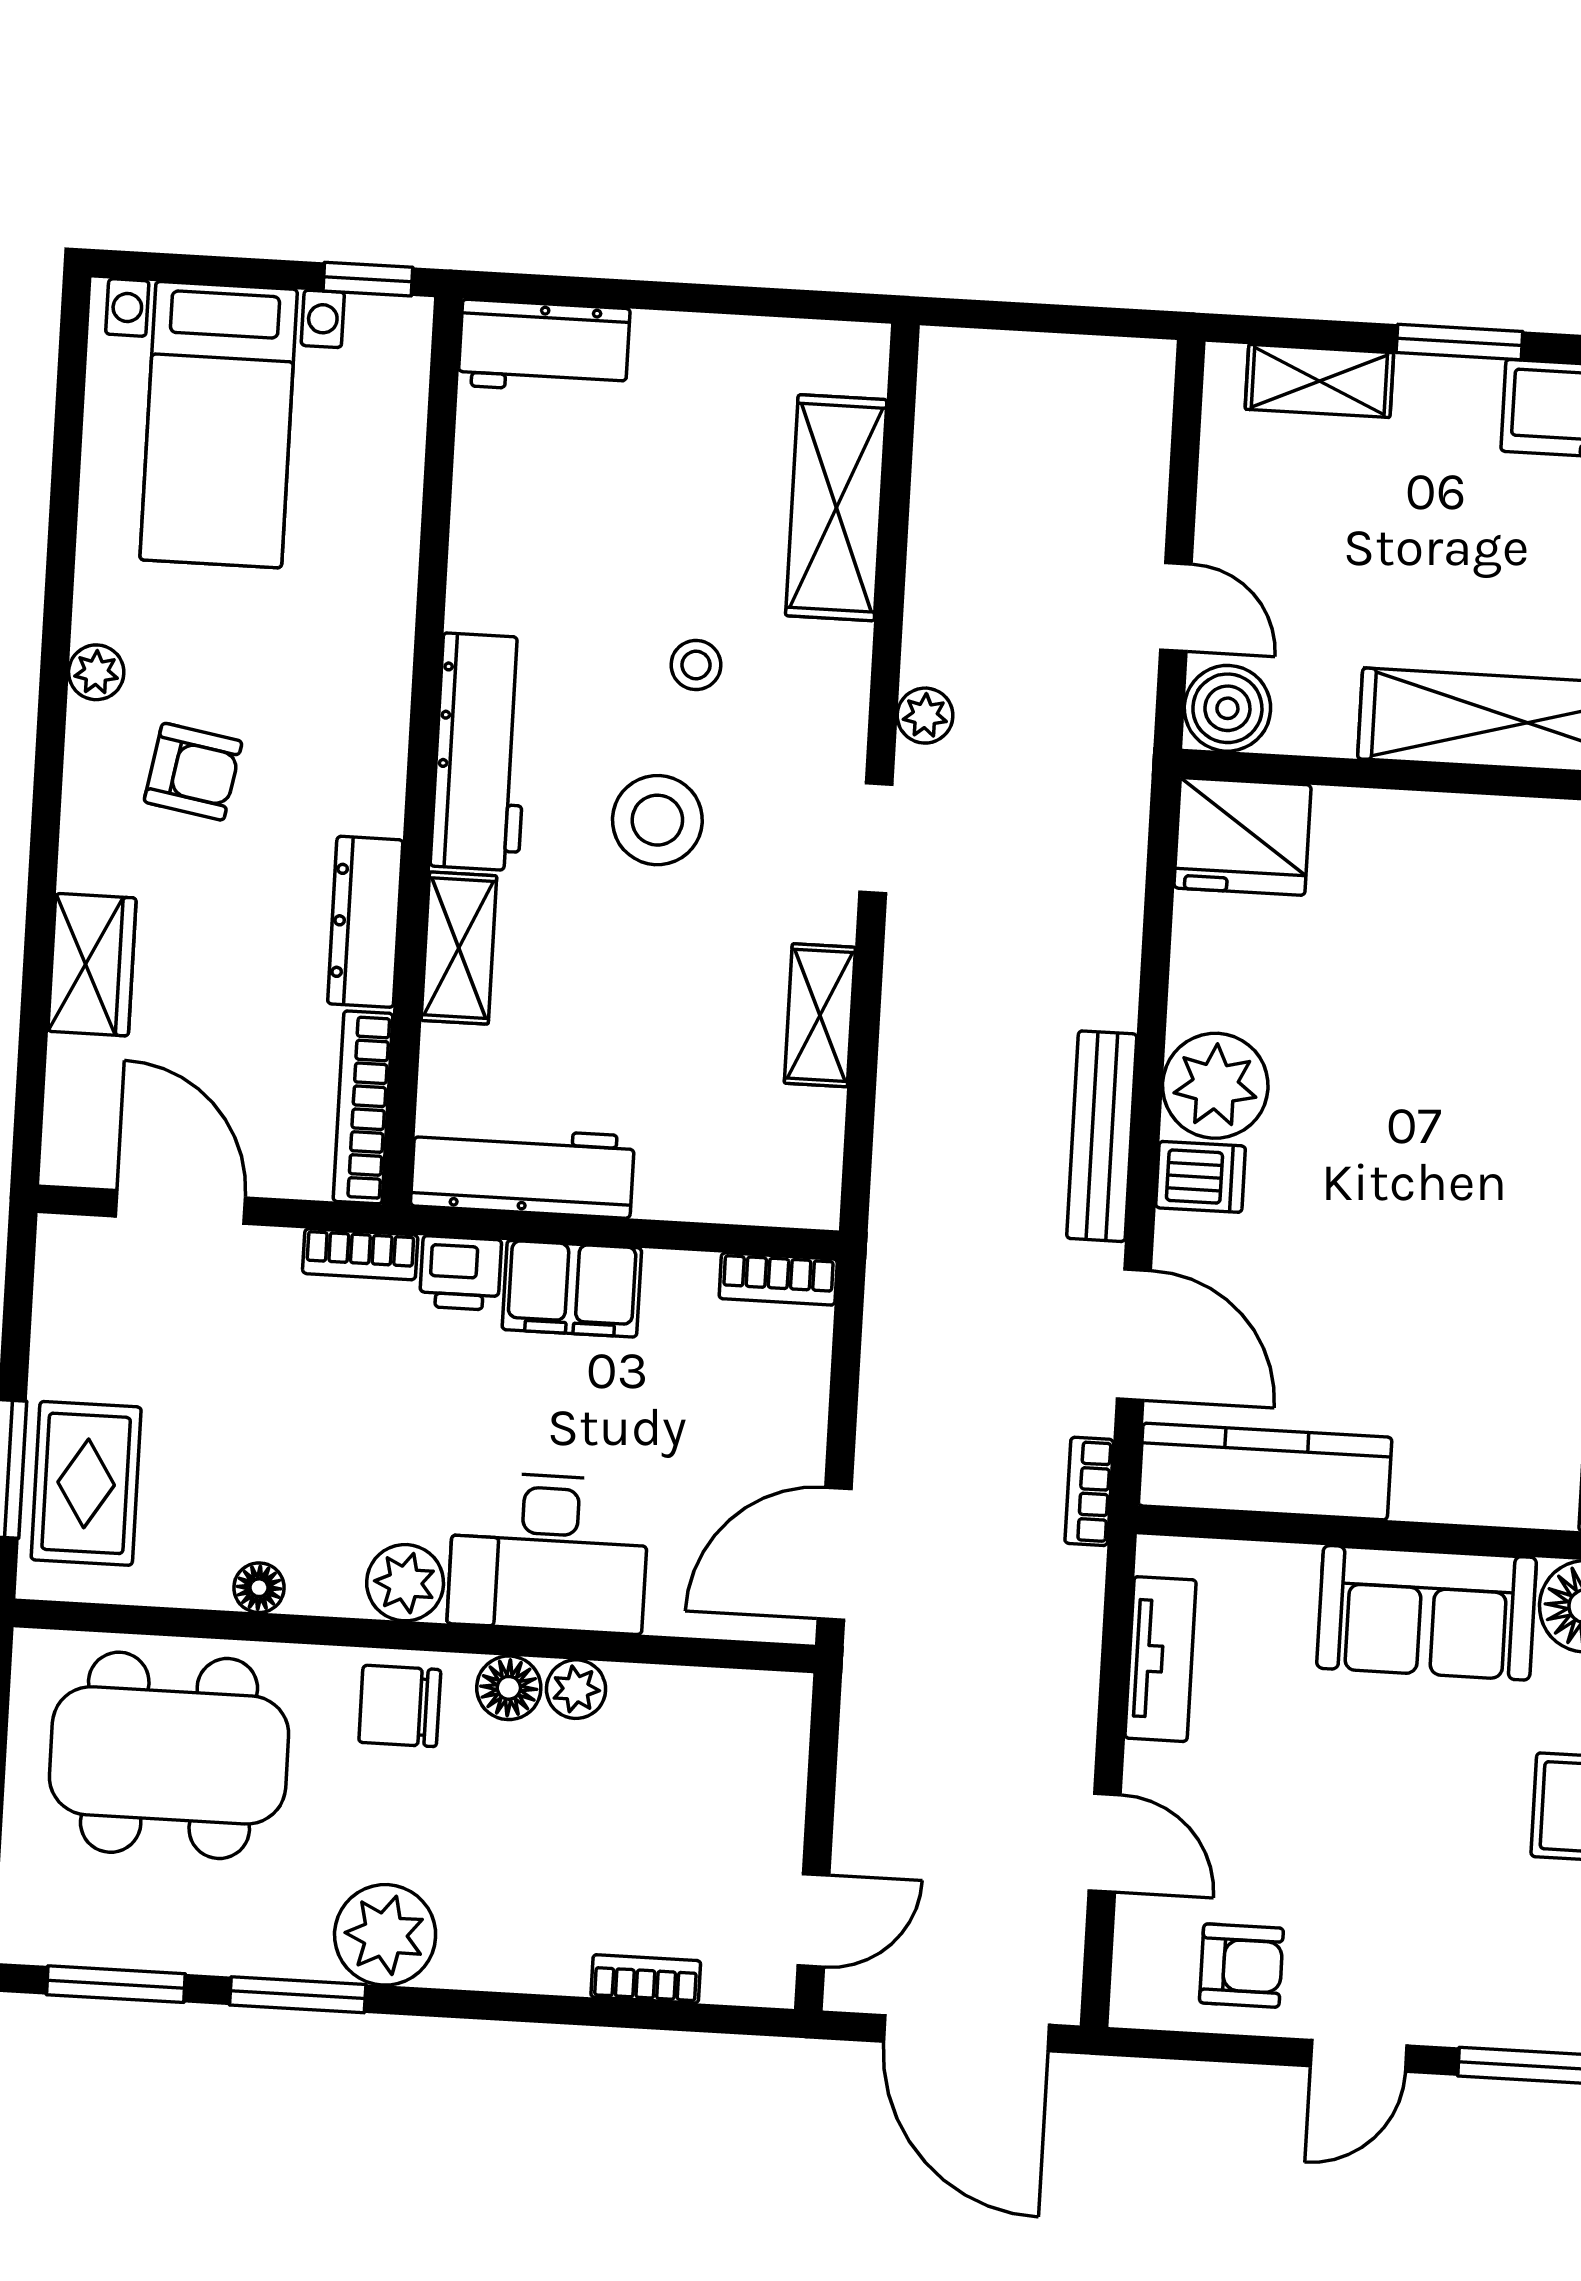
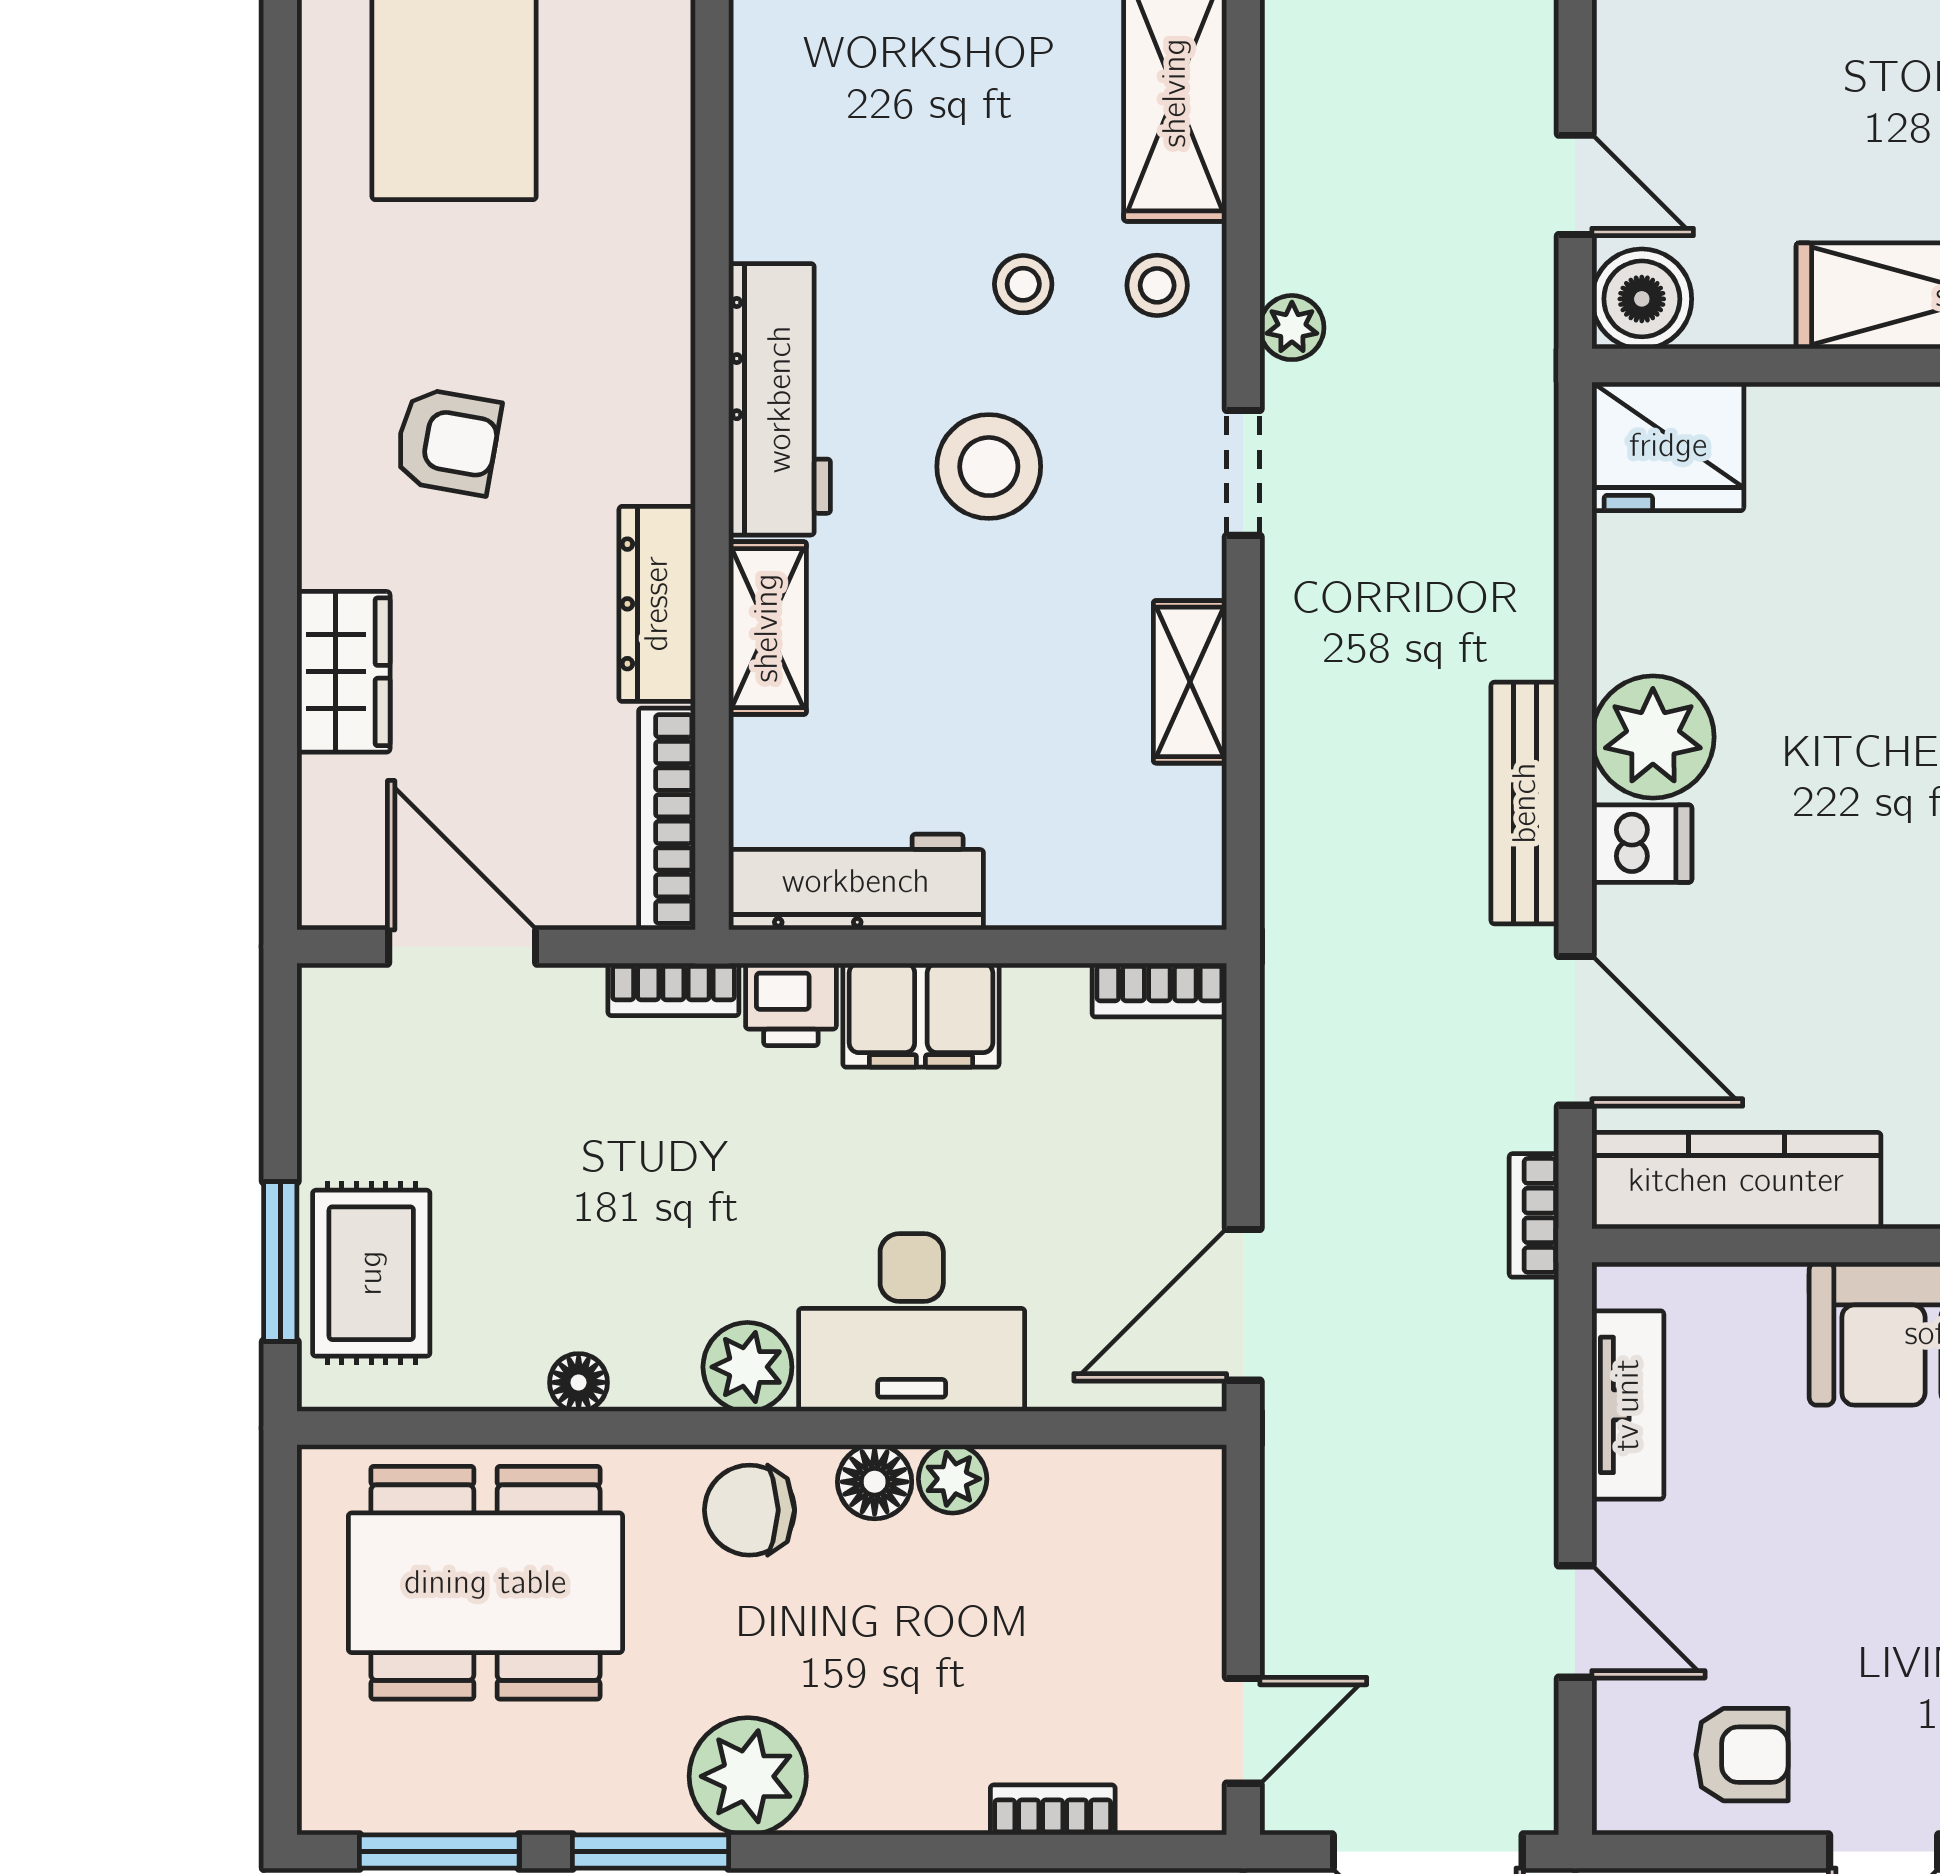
plant: (96, 672) -> (329, 333), removed
stool: (811, 673) -> (1157, 285), added

